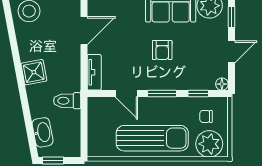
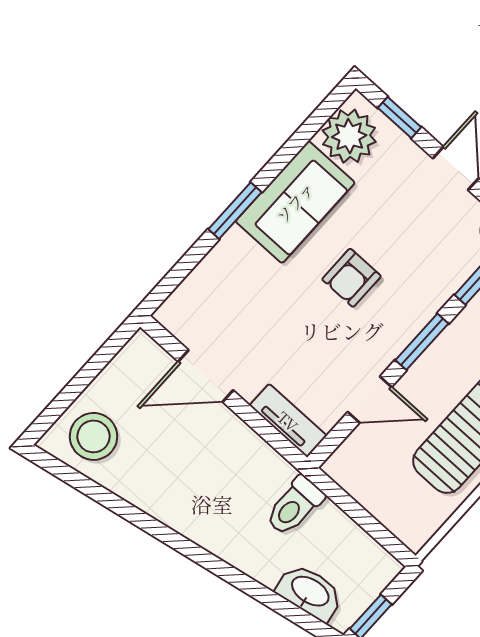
door: (84, 31) -> (206, 376), swing flipped
armchair: (162, 50) -> (352, 278), turned 90
shower: (34, 72) -> (200, 518), removed

